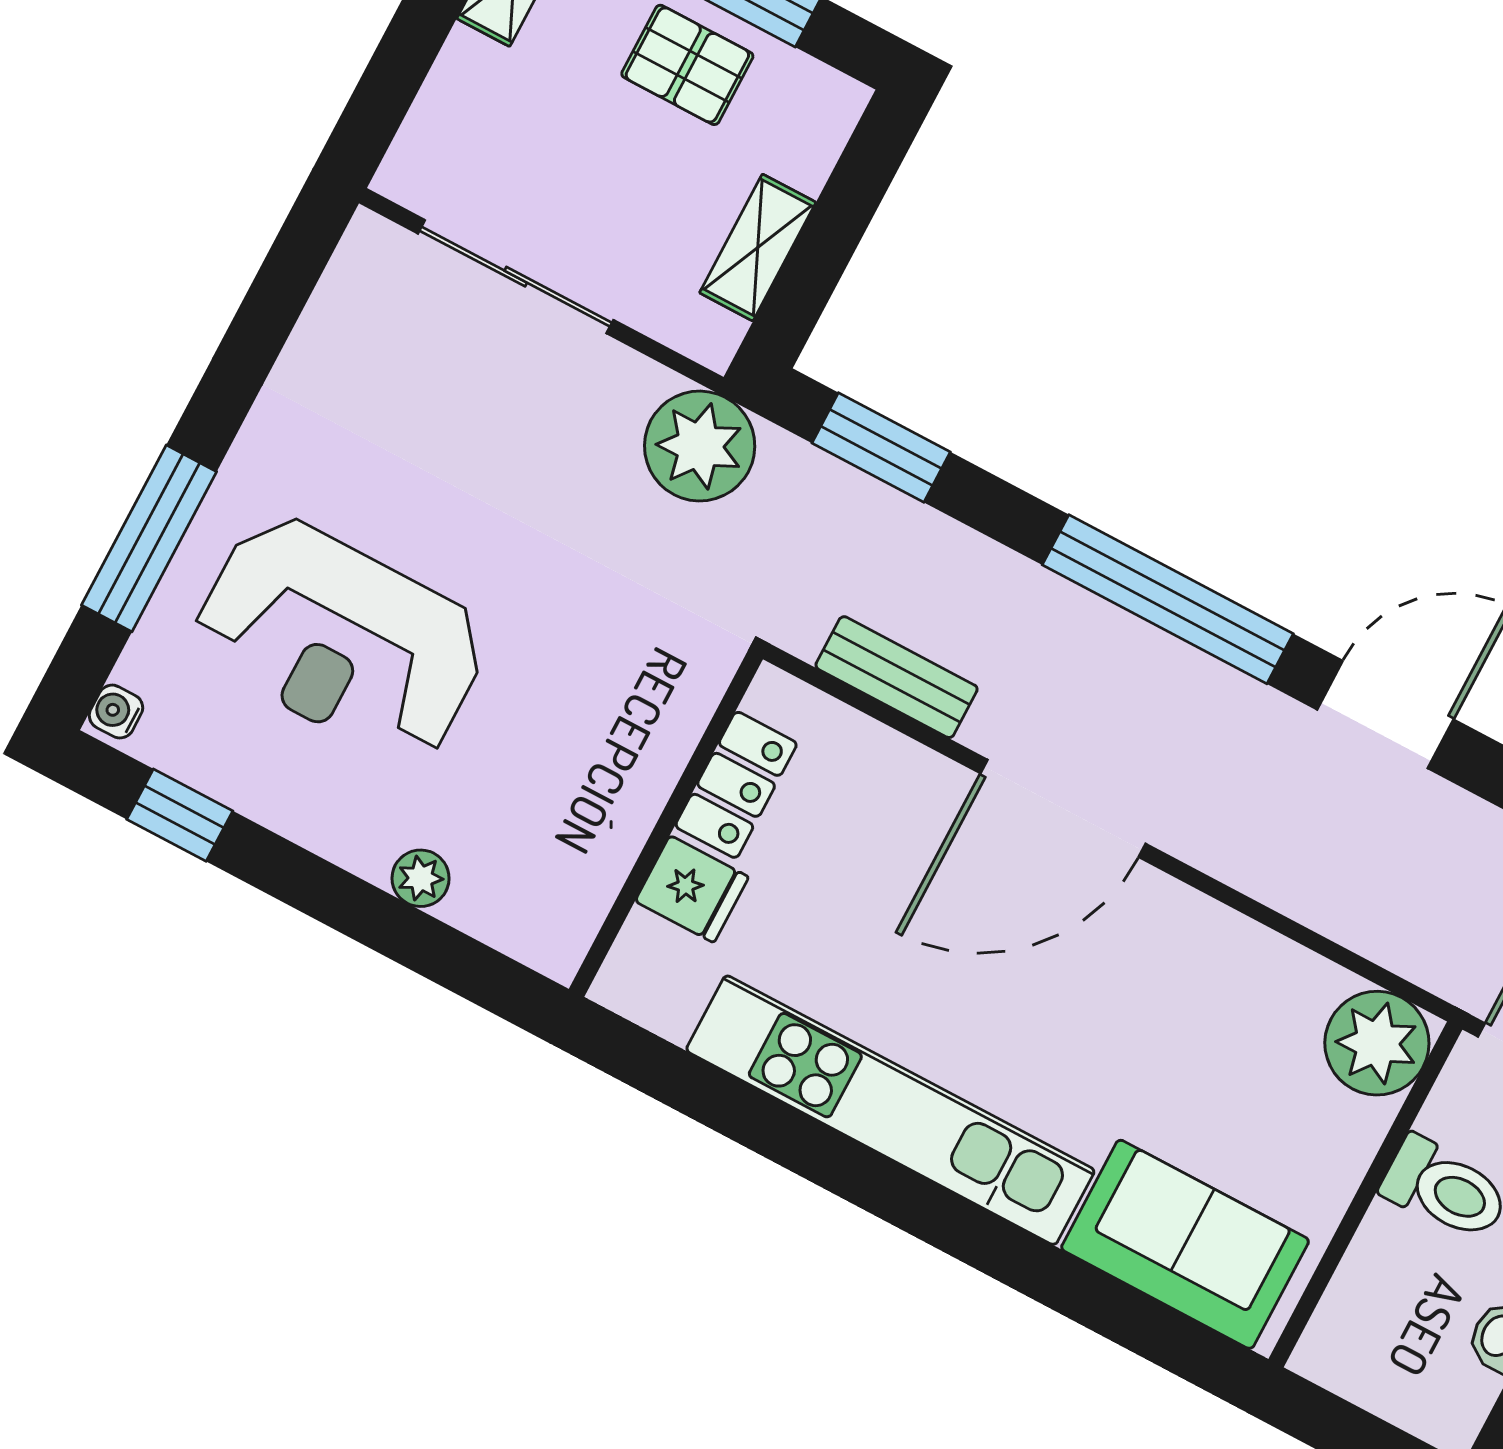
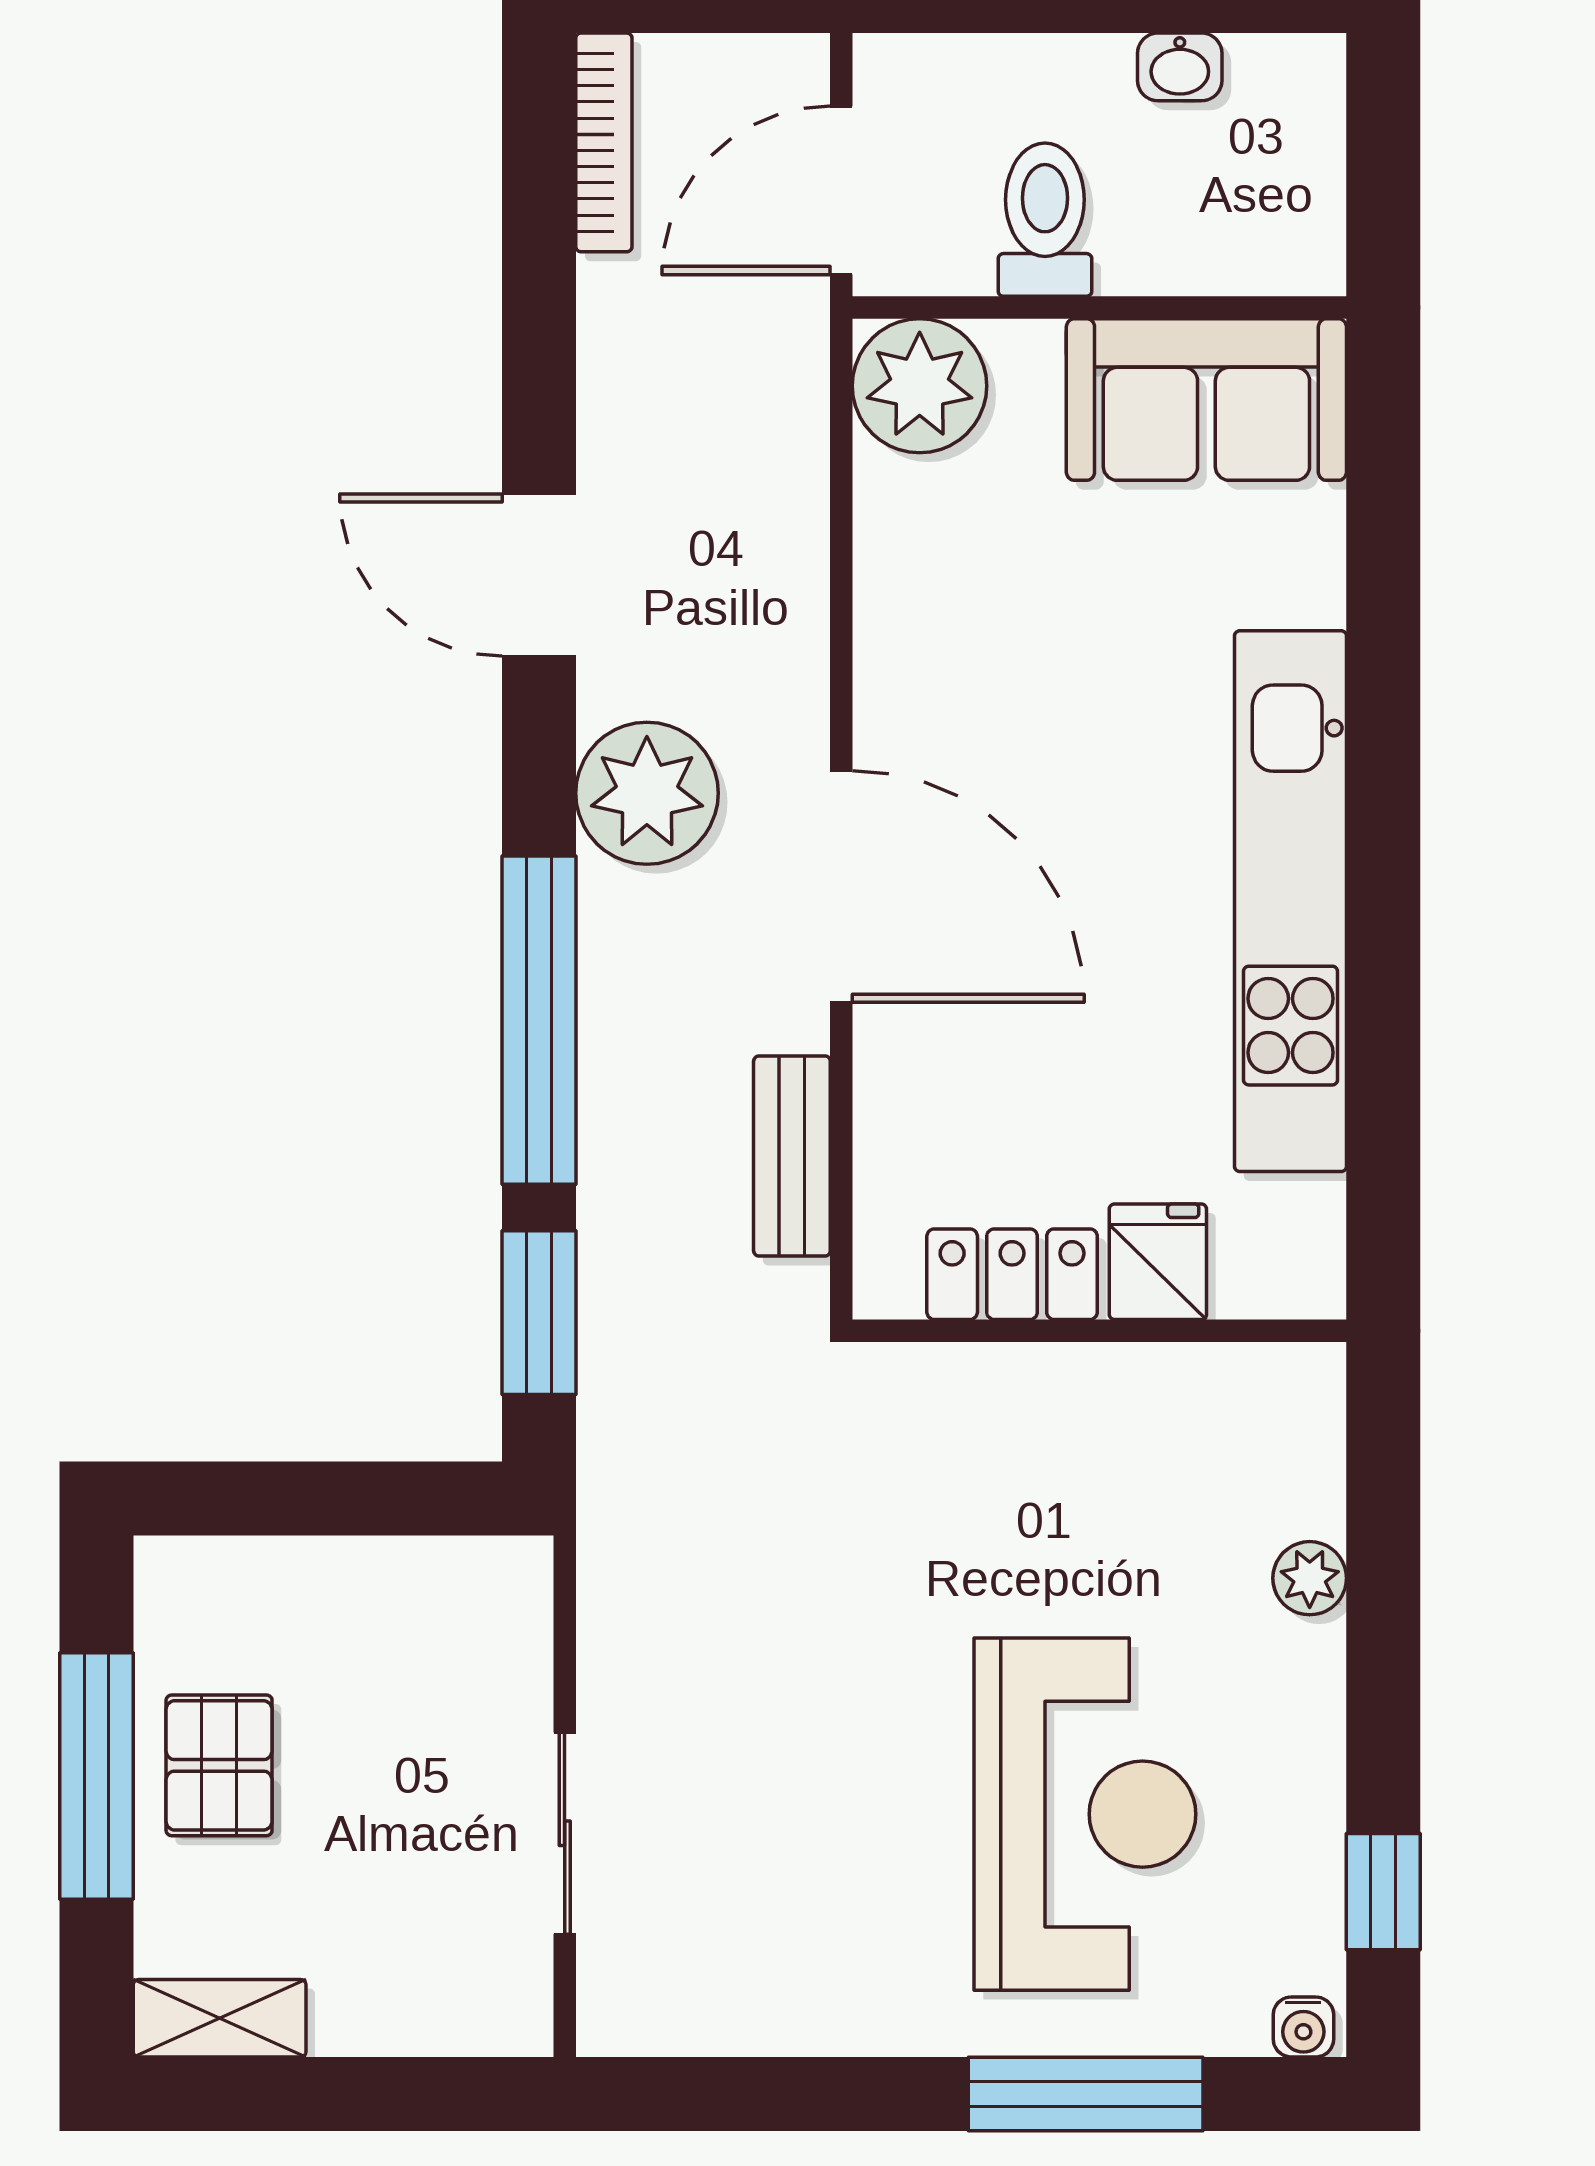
shelving: (758, 248) -> (385, 1575), removed
sliding door: (516, 277) -> (565, 1833), width x0.73
plant: (700, 446) -> (647, 793), moved
window: (1168, 599) -> (539, 1020), moved
sofa: (1185, 1244) -> (1206, 400), moved, turned -90

